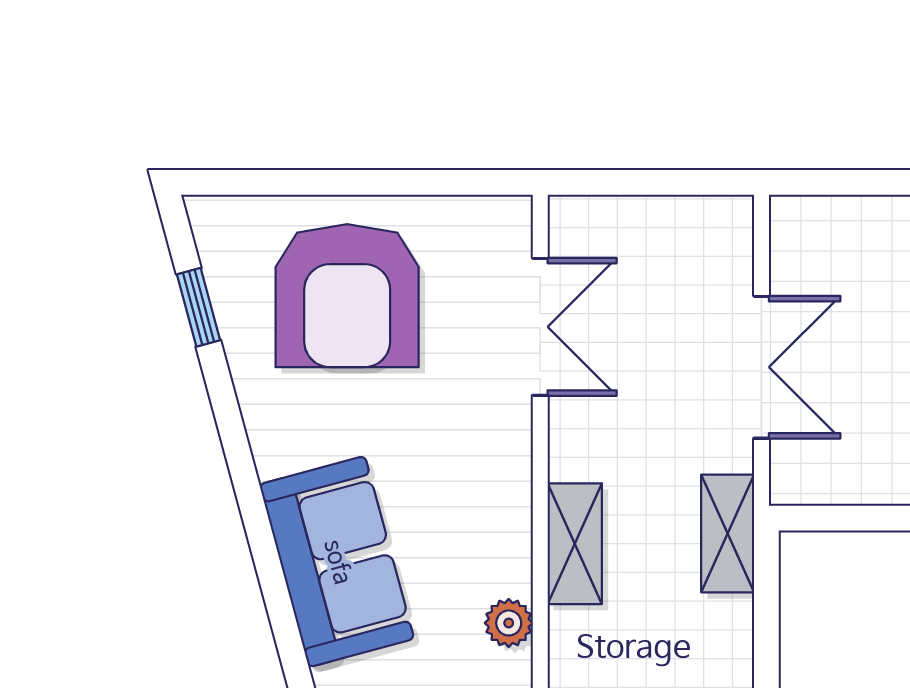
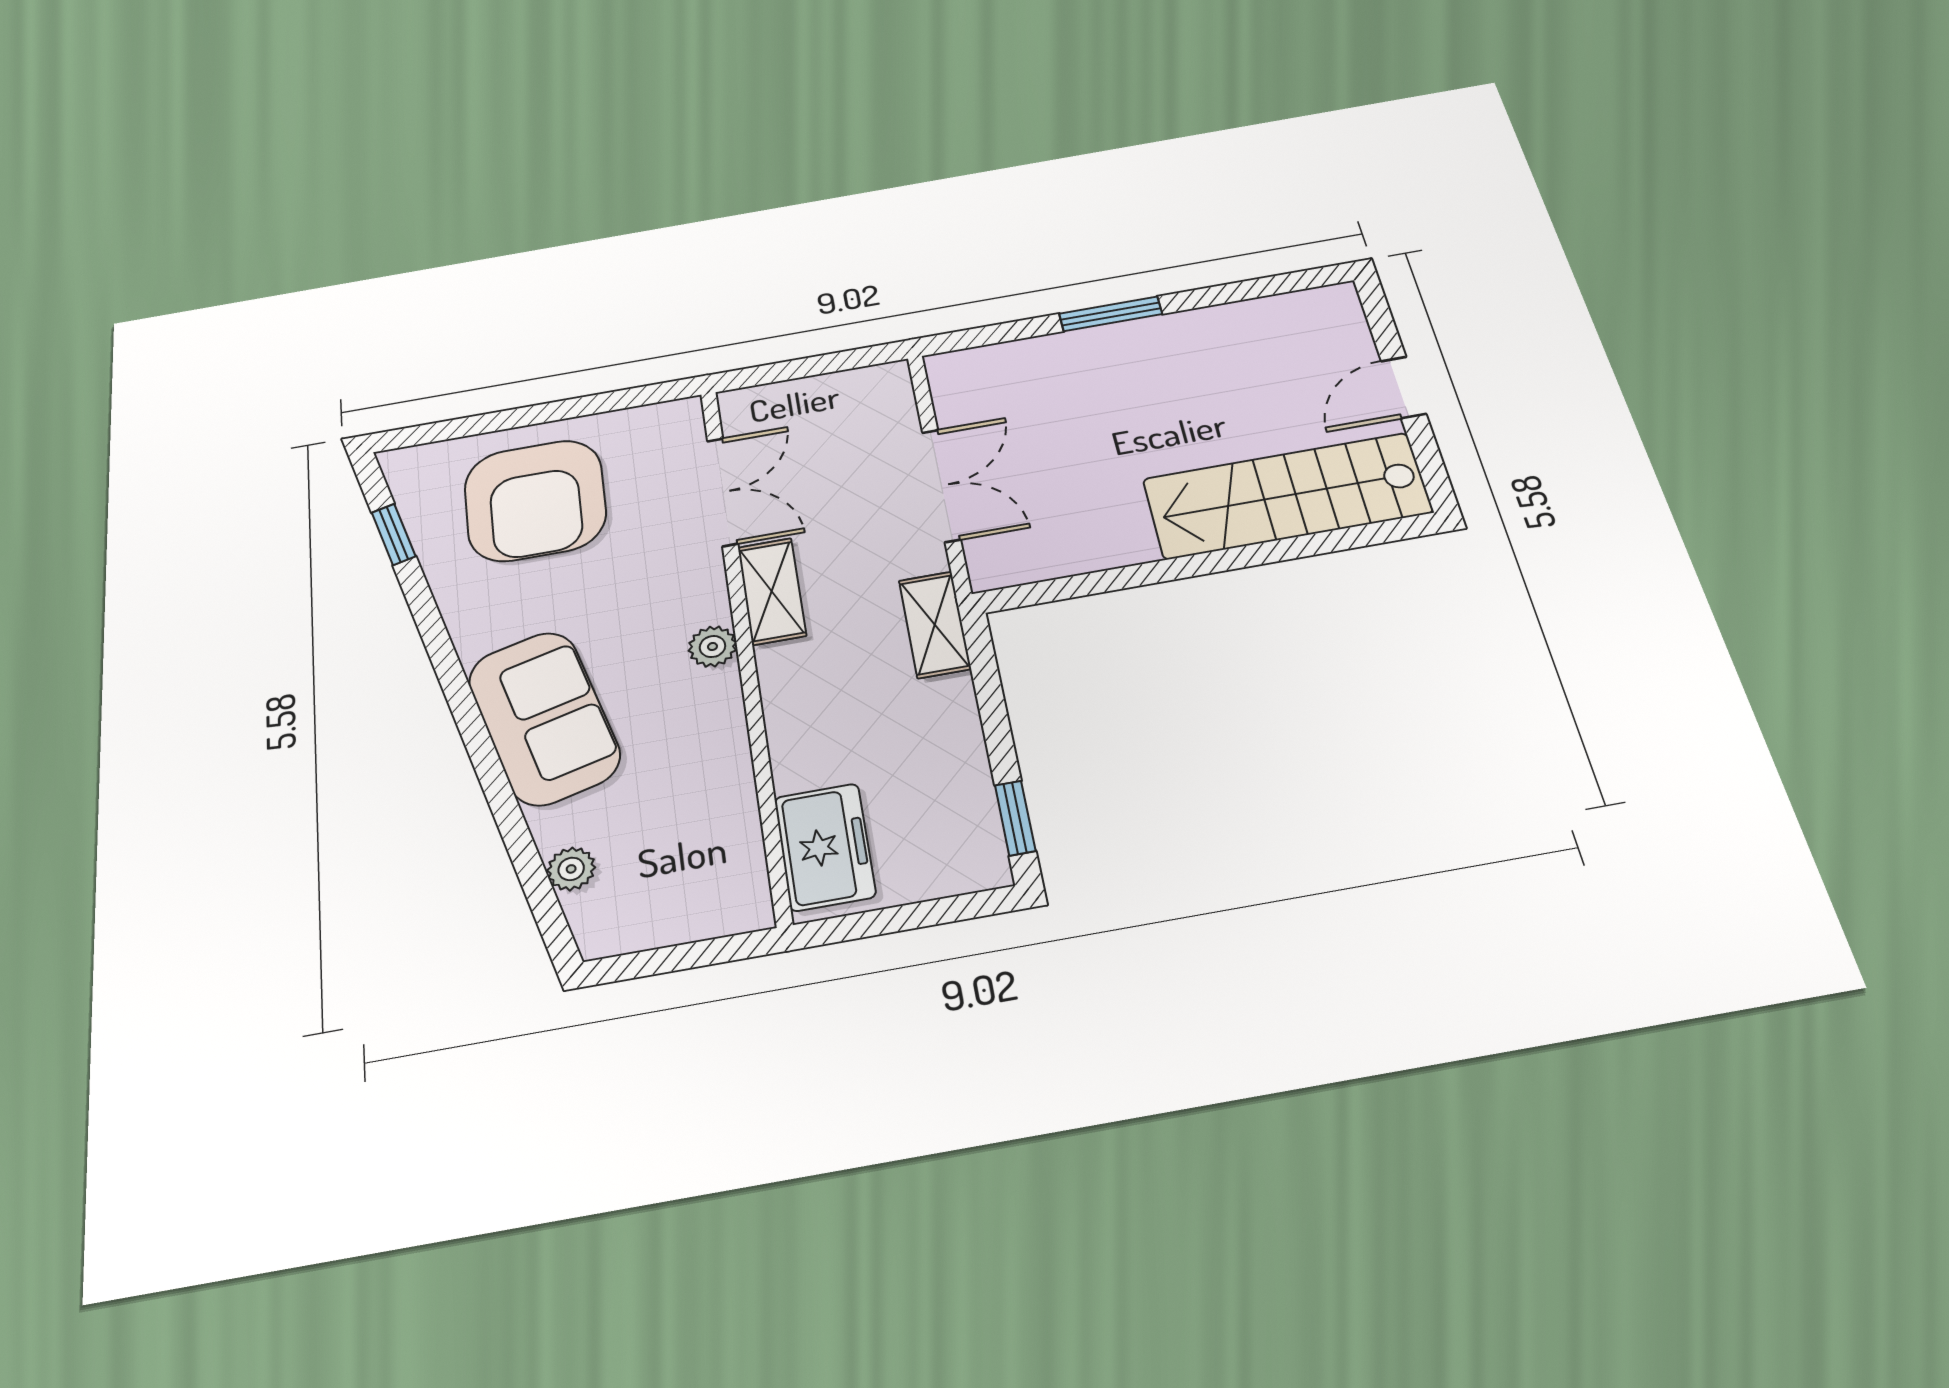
shelving: (575, 544) -> (772, 591), moved
plant: (509, 623) -> (712, 647), moved

